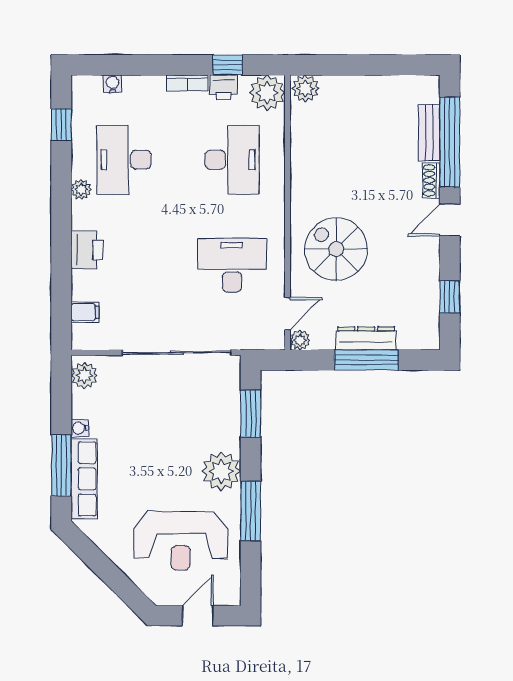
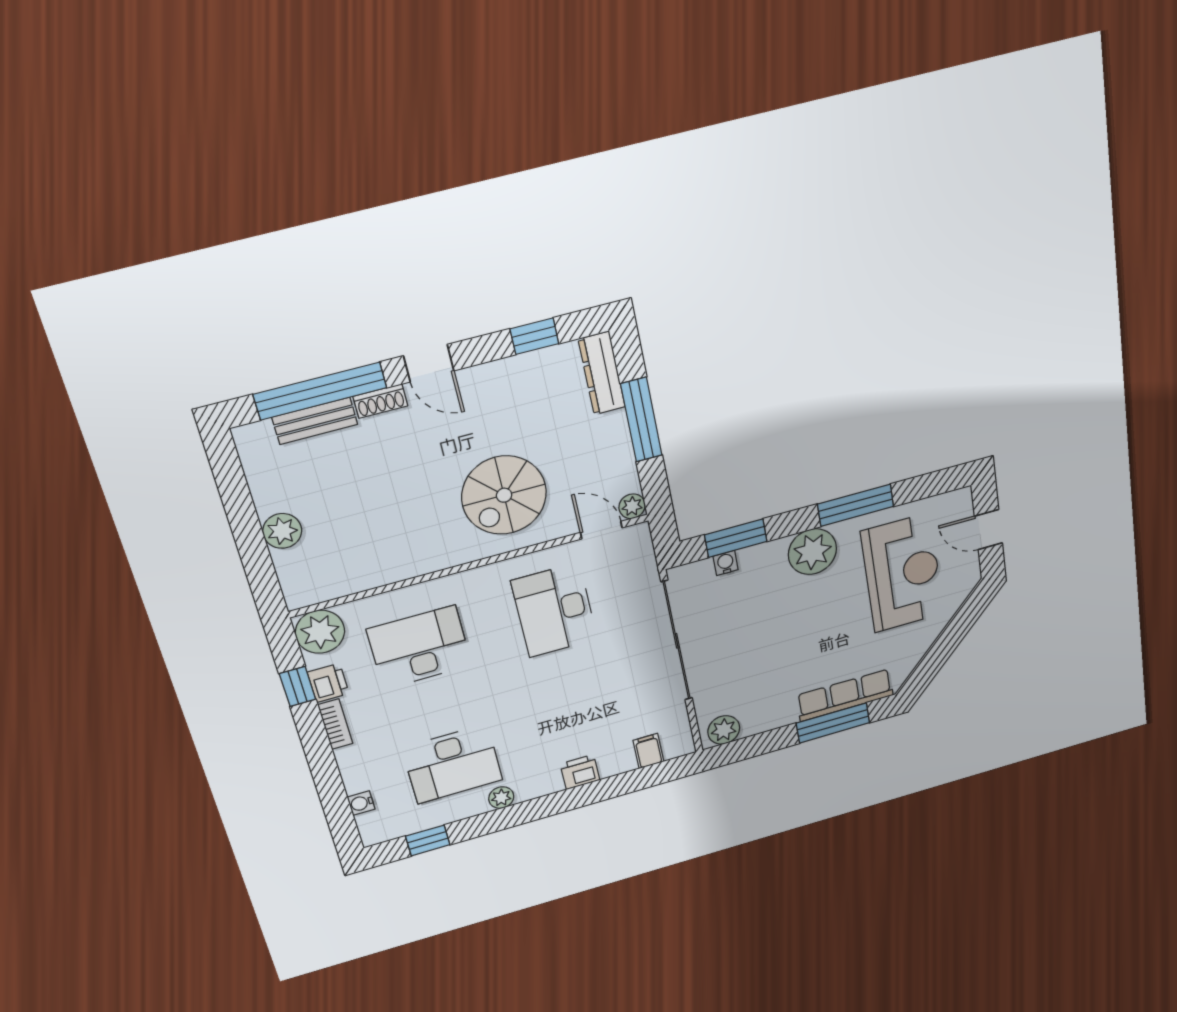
plant: (305, 88) -> (282, 531), moved
printer: (87, 250) -> (580, 772), width x0.73, depth x0.81
dresser: (366, 338) -> (602, 373), moved
water cooler: (80, 428) -> (726, 563), moved, turned 180

